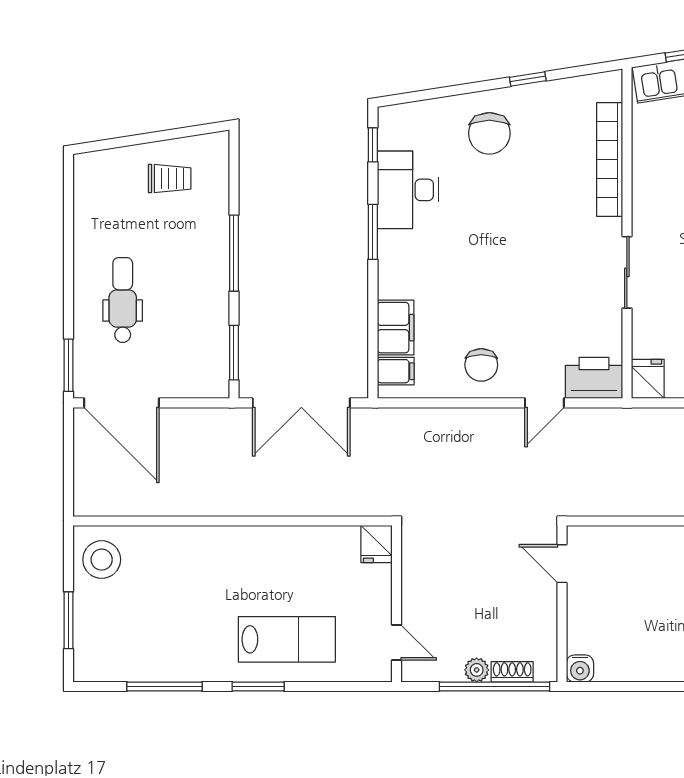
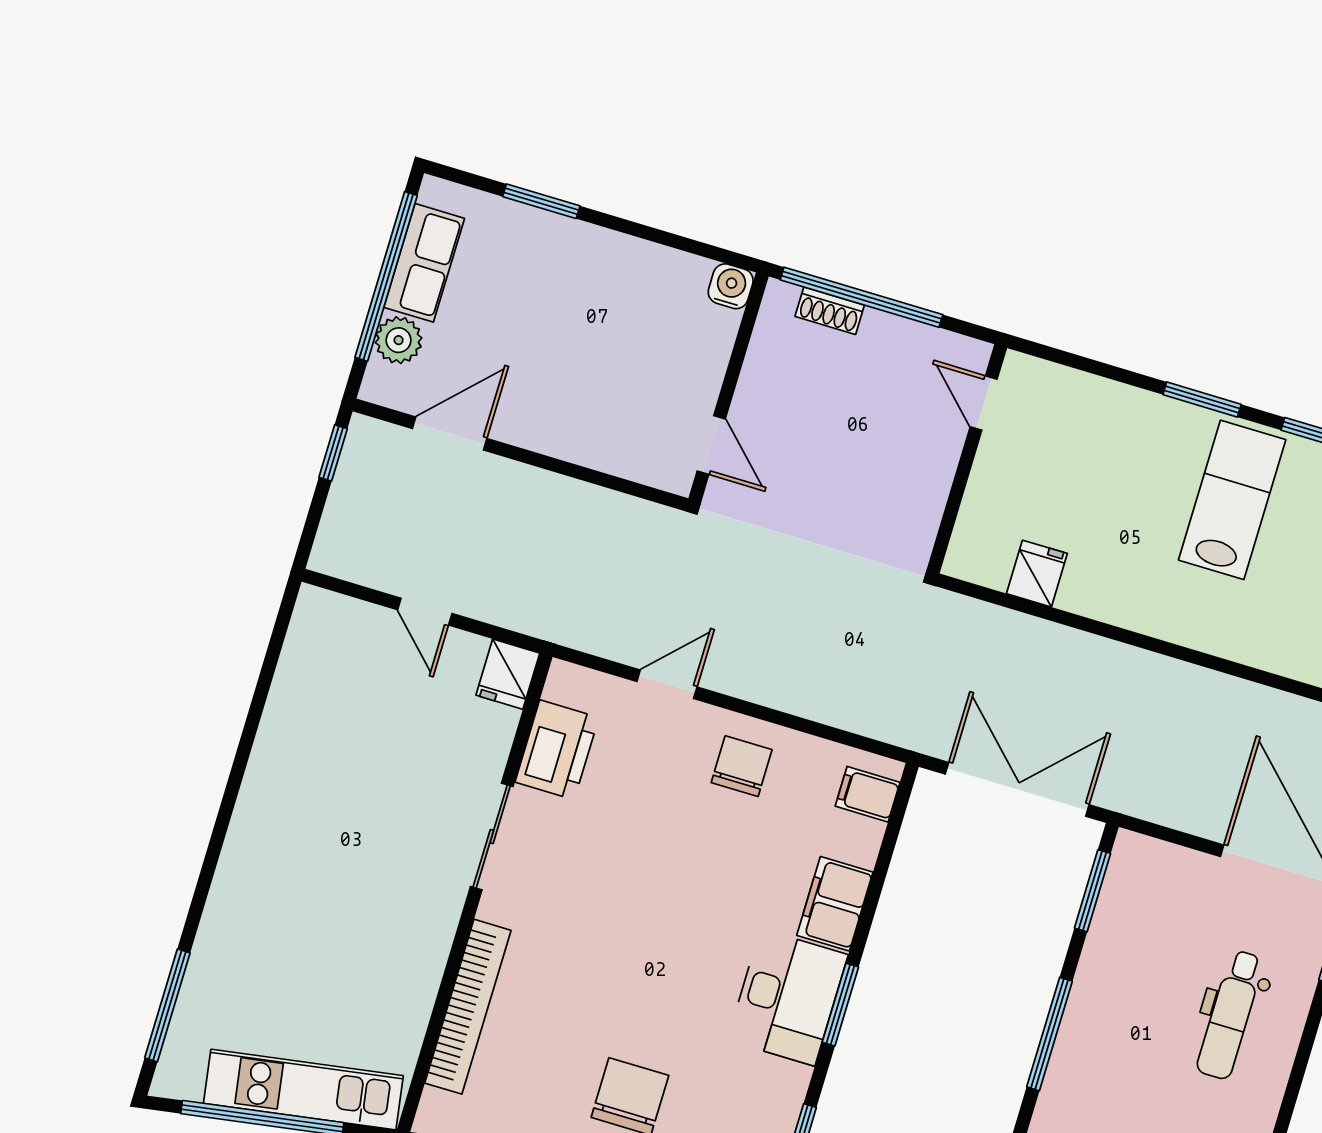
desk: (408, 190) -> (788, 997), moved
filing cabinet: (396, 328) -> (835, 904), moved
printer: (594, 378) -> (557, 750), moved, turned -90
fridge: (376, 544) -> (1037, 574), moved
lab bench: (287, 639) -> (1232, 500), moved, turned 90
plant: (477, 670) -> (880, 329), removed

